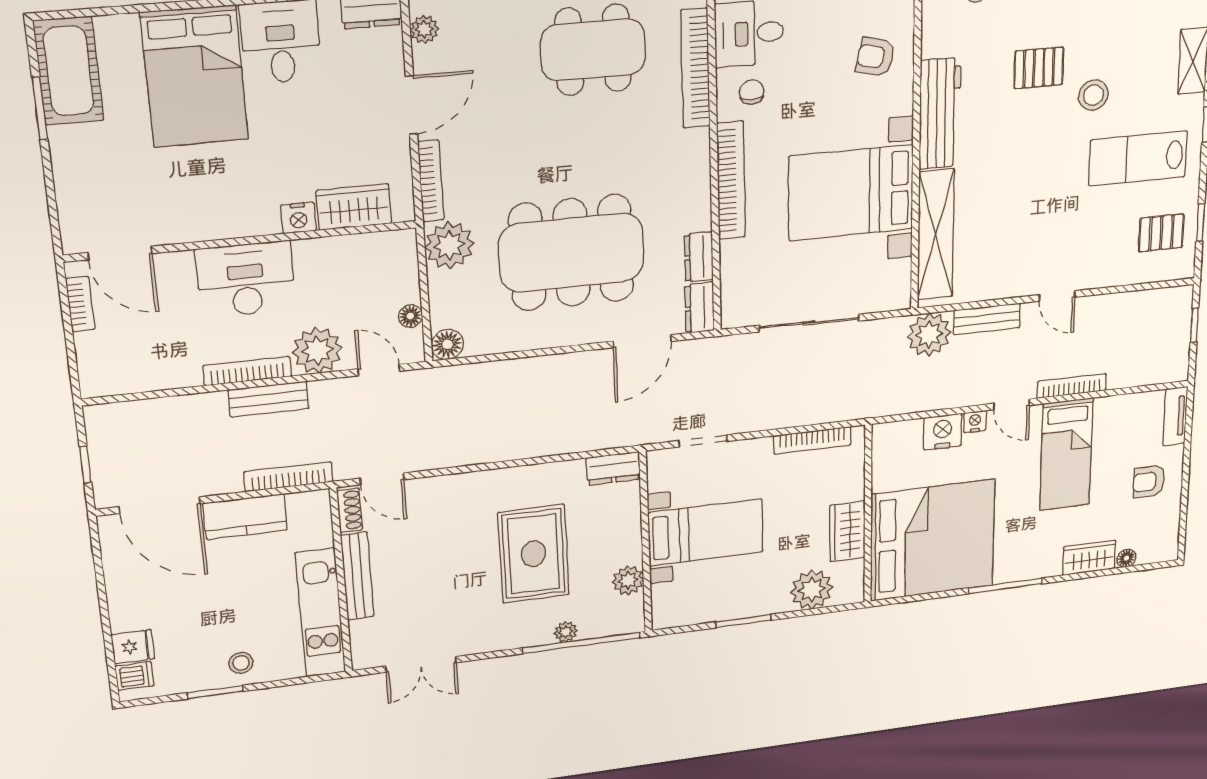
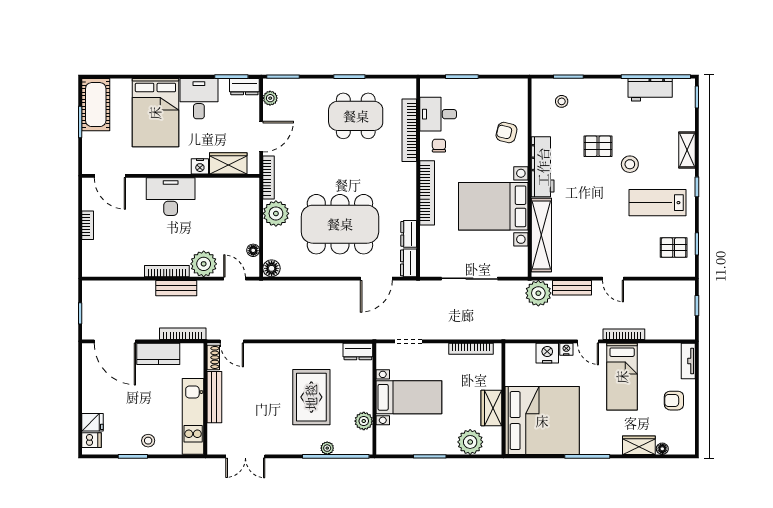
wardrobe: (354, 207) -> (228, 163), moved
nightstand: (298, 218) -> (200, 166), moved
wall: (242, 241) -> (171, 176), moved
door: (120, 253) -> (110, 176), moved
desk: (246, 279) -> (171, 197), moved

